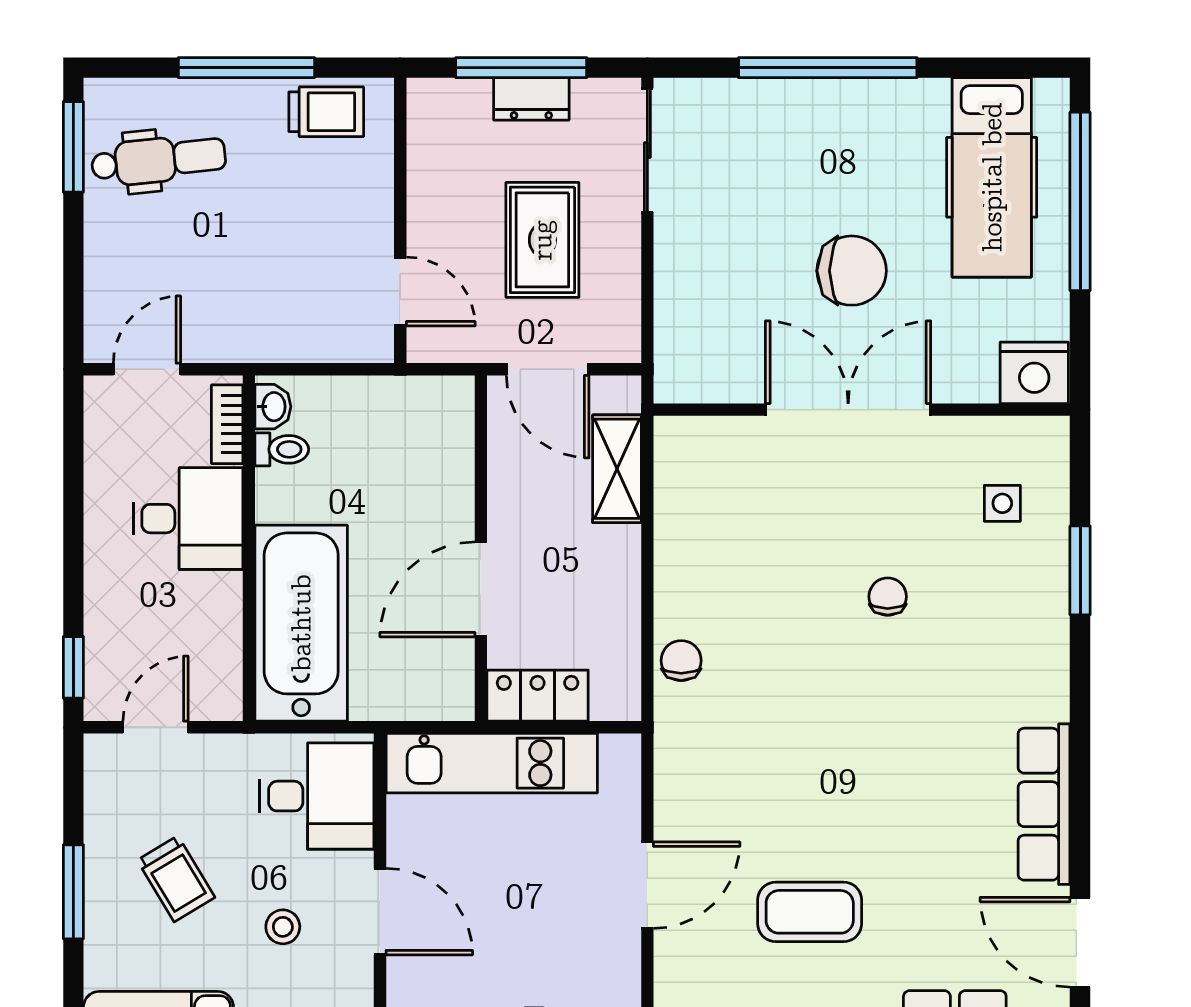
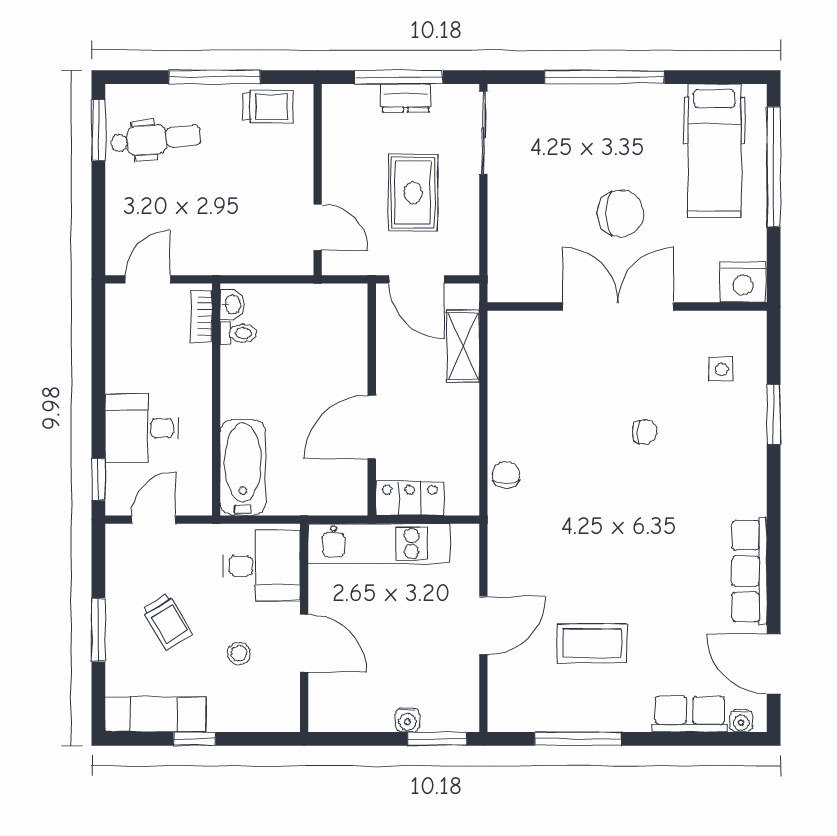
desk: (188, 519) -> (142, 428), moved, turned 180
chair: (888, 597) -> (645, 432), turned 90
bathtub: (301, 623) -> (243, 467), width x0.73, depth x0.73

